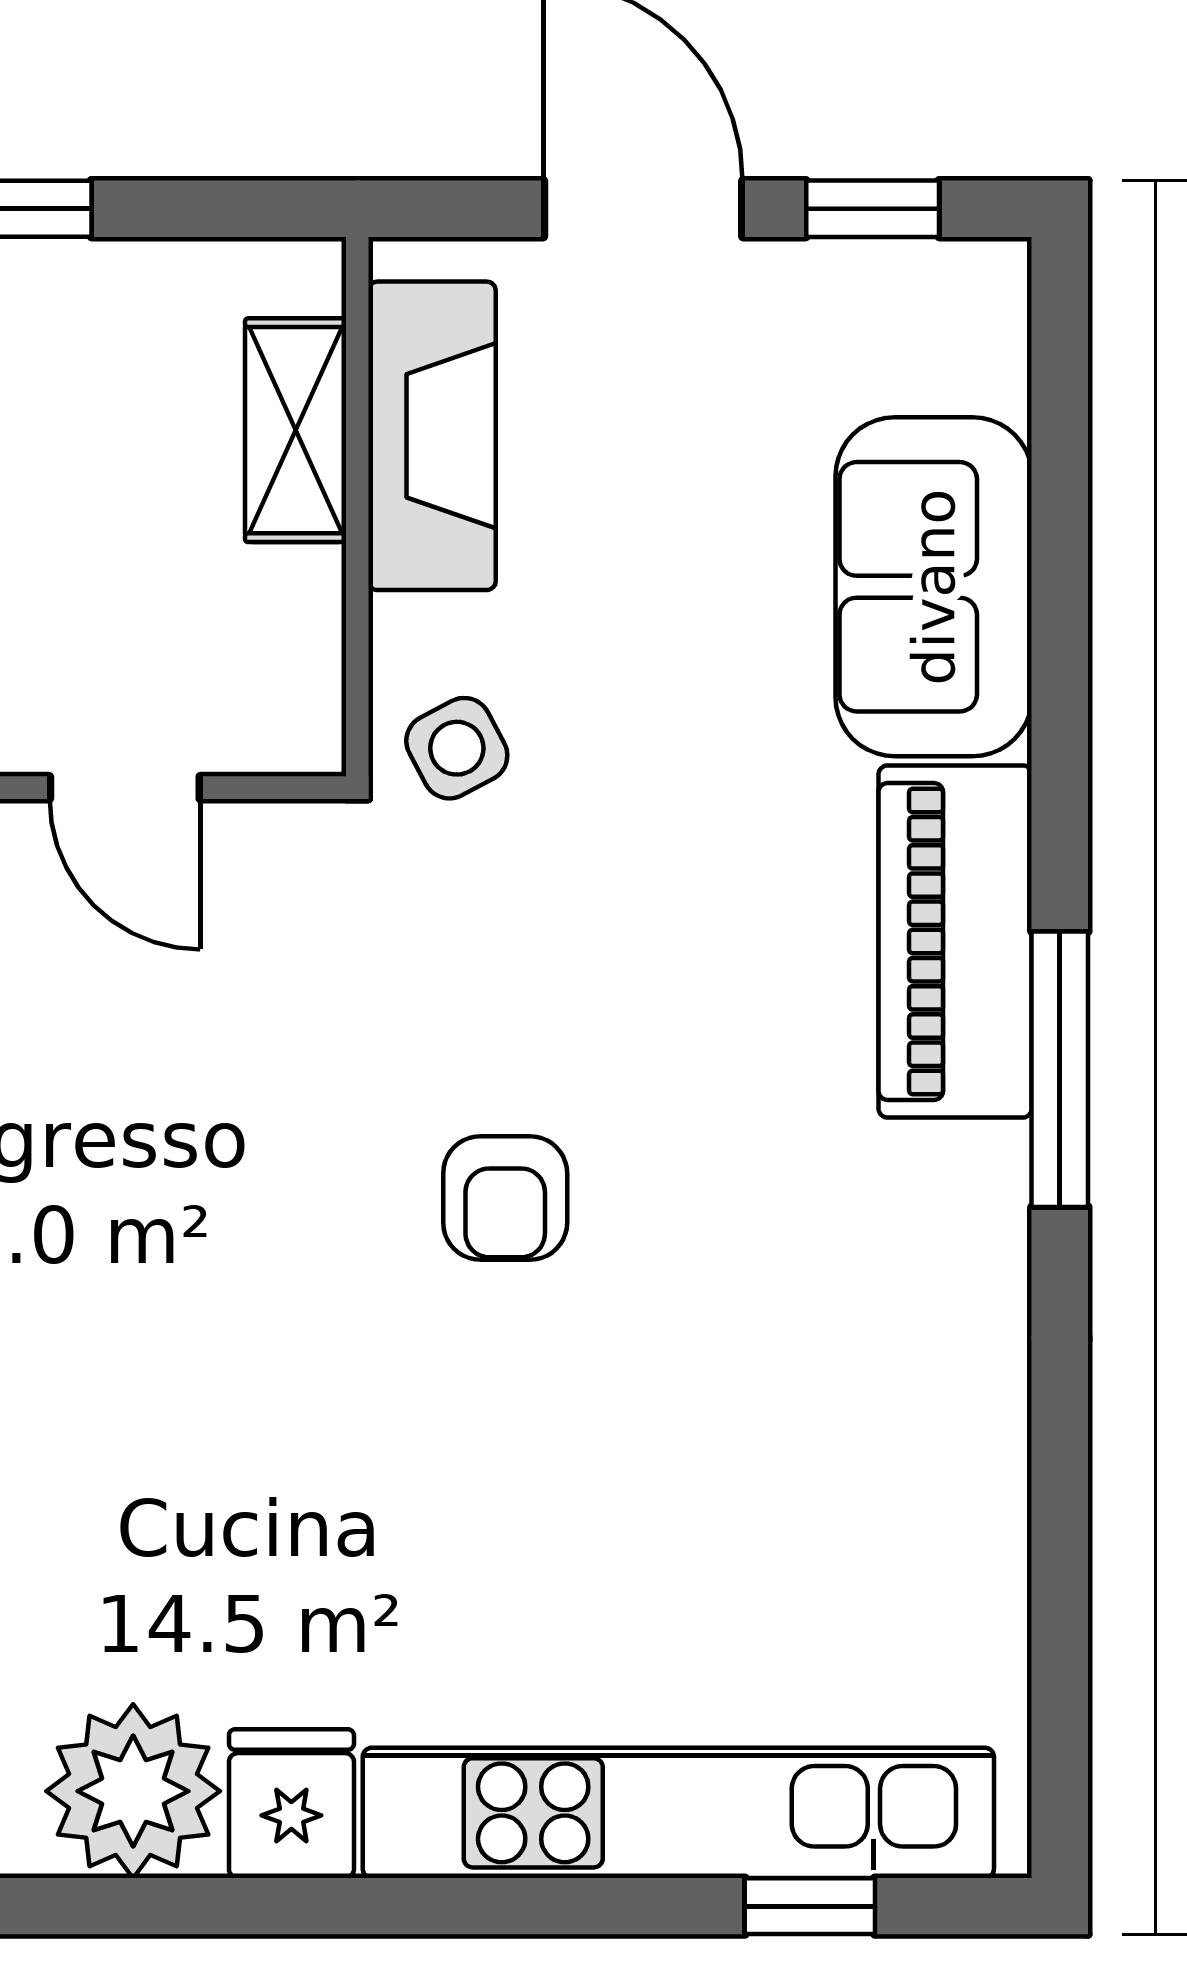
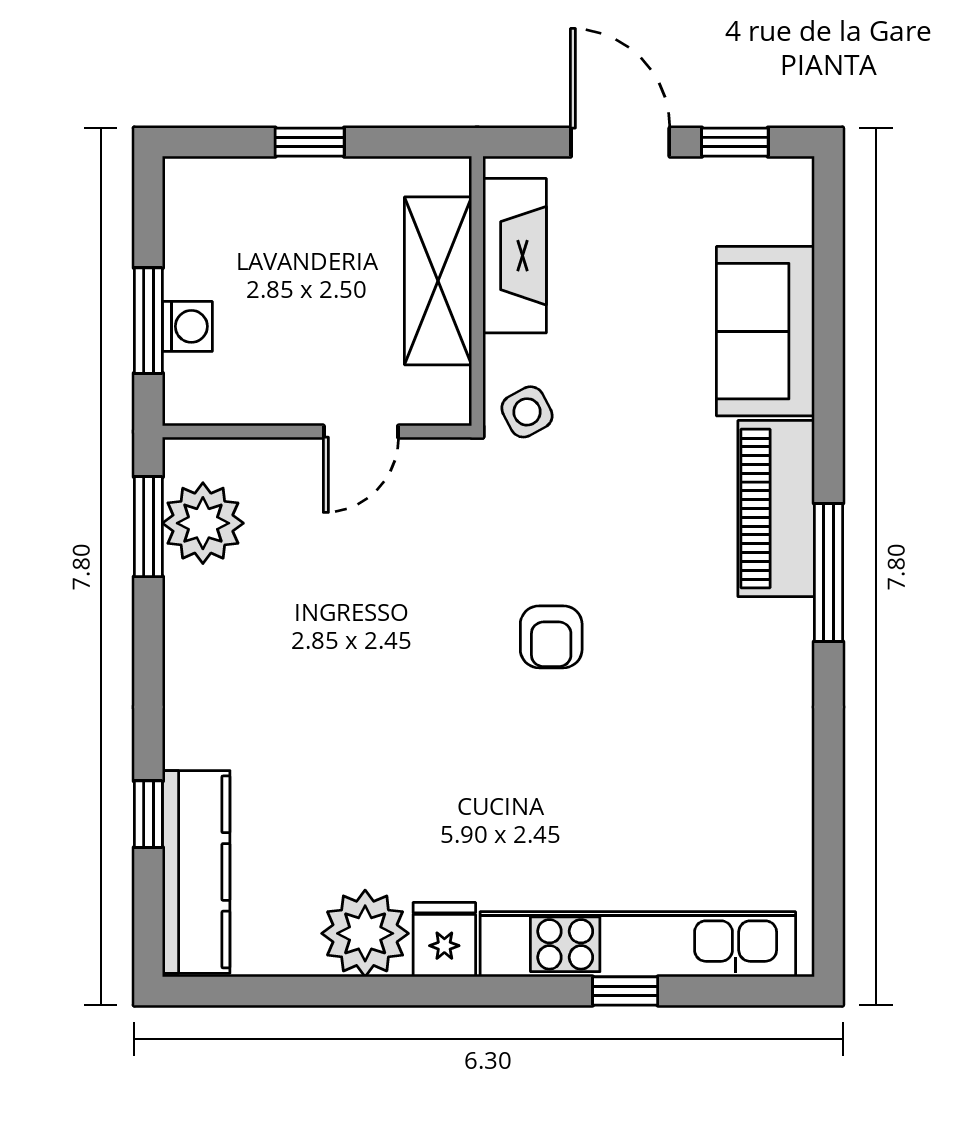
shelving: (296, 430) -> (438, 281), width x1.50, depth x1.33
door: (125, 788) -> (361, 432), hinge flipped
window: (810, 1906) -> (625, 991), moved

